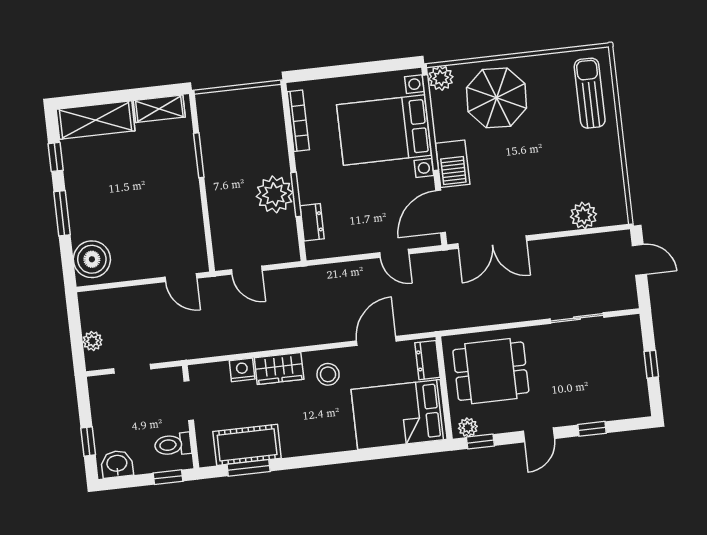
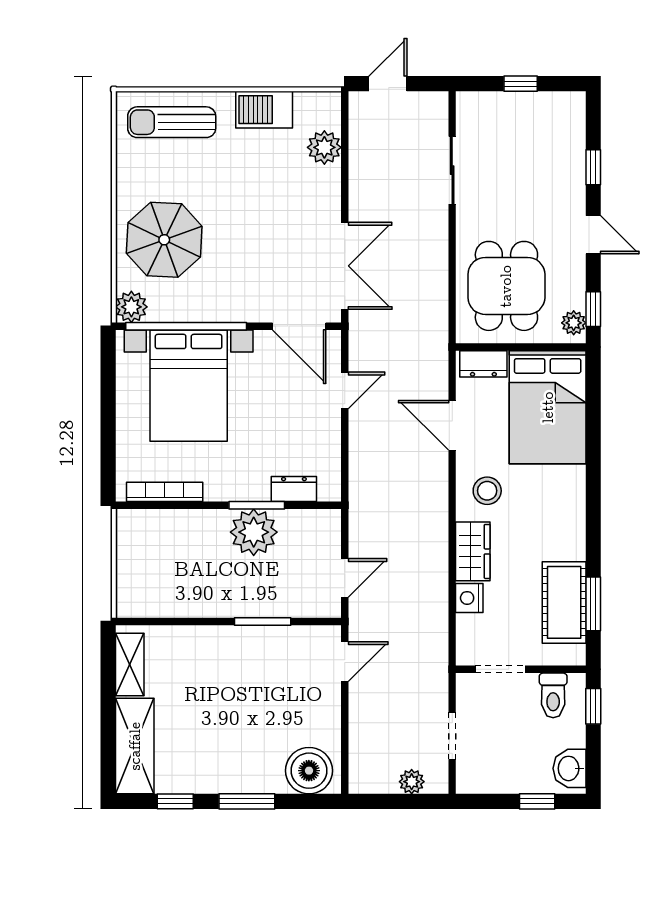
window: (199, 155) -> (263, 622), moved
barbecue: (453, 164) -> (264, 110), moved, turned 180

